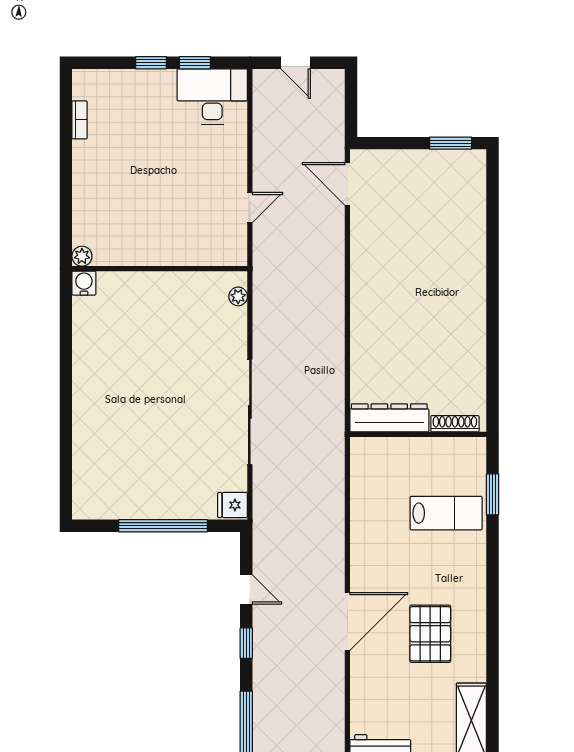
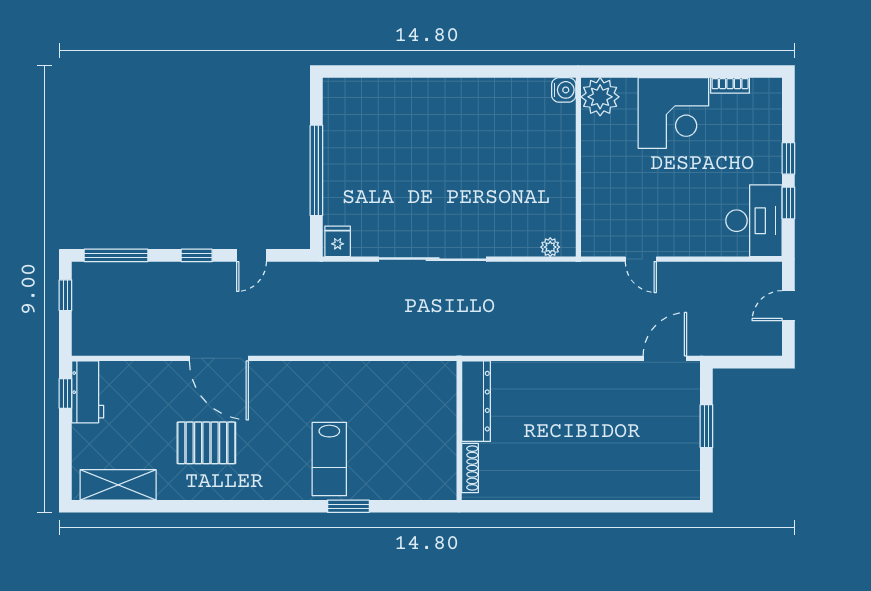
window: (451, 143) -> (706, 426), moved
corner desk: (107, 175) -> (673, 113), added
plant: (82, 256) -> (600, 97), width x1.88, depth x1.88
dresser: (389, 418) -> (476, 401), moved
shoe rack: (455, 424) -> (470, 468), moved
wall: (418, 434) -> (459, 431), moved

